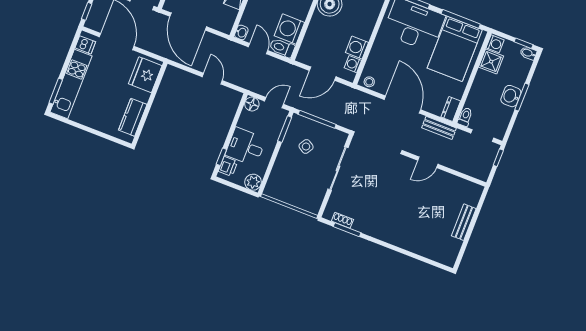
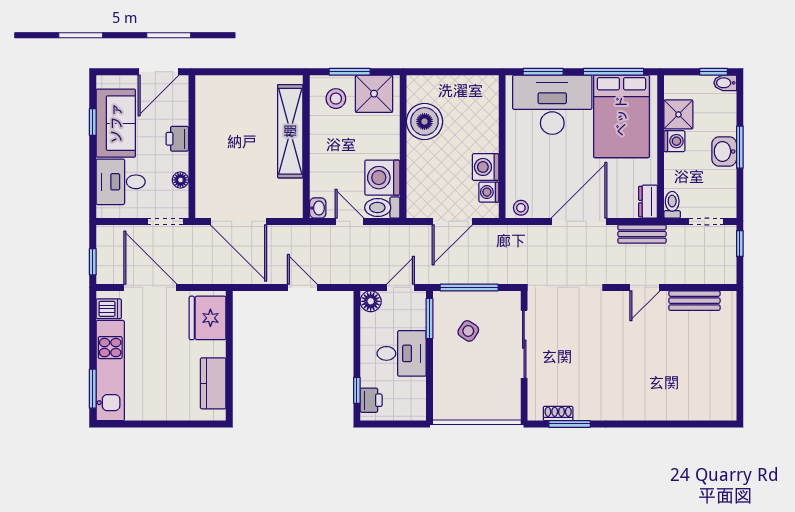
washing machine: (495, 44) -> (674, 141), moved
door: (402, 105) -> (579, 221), hinge flipped
desk: (246, 147) -> (402, 353), moved, turned 180
plant: (253, 182) -> (414, 409), removed
bench: (464, 222) -> (694, 301), moved, turned 90

